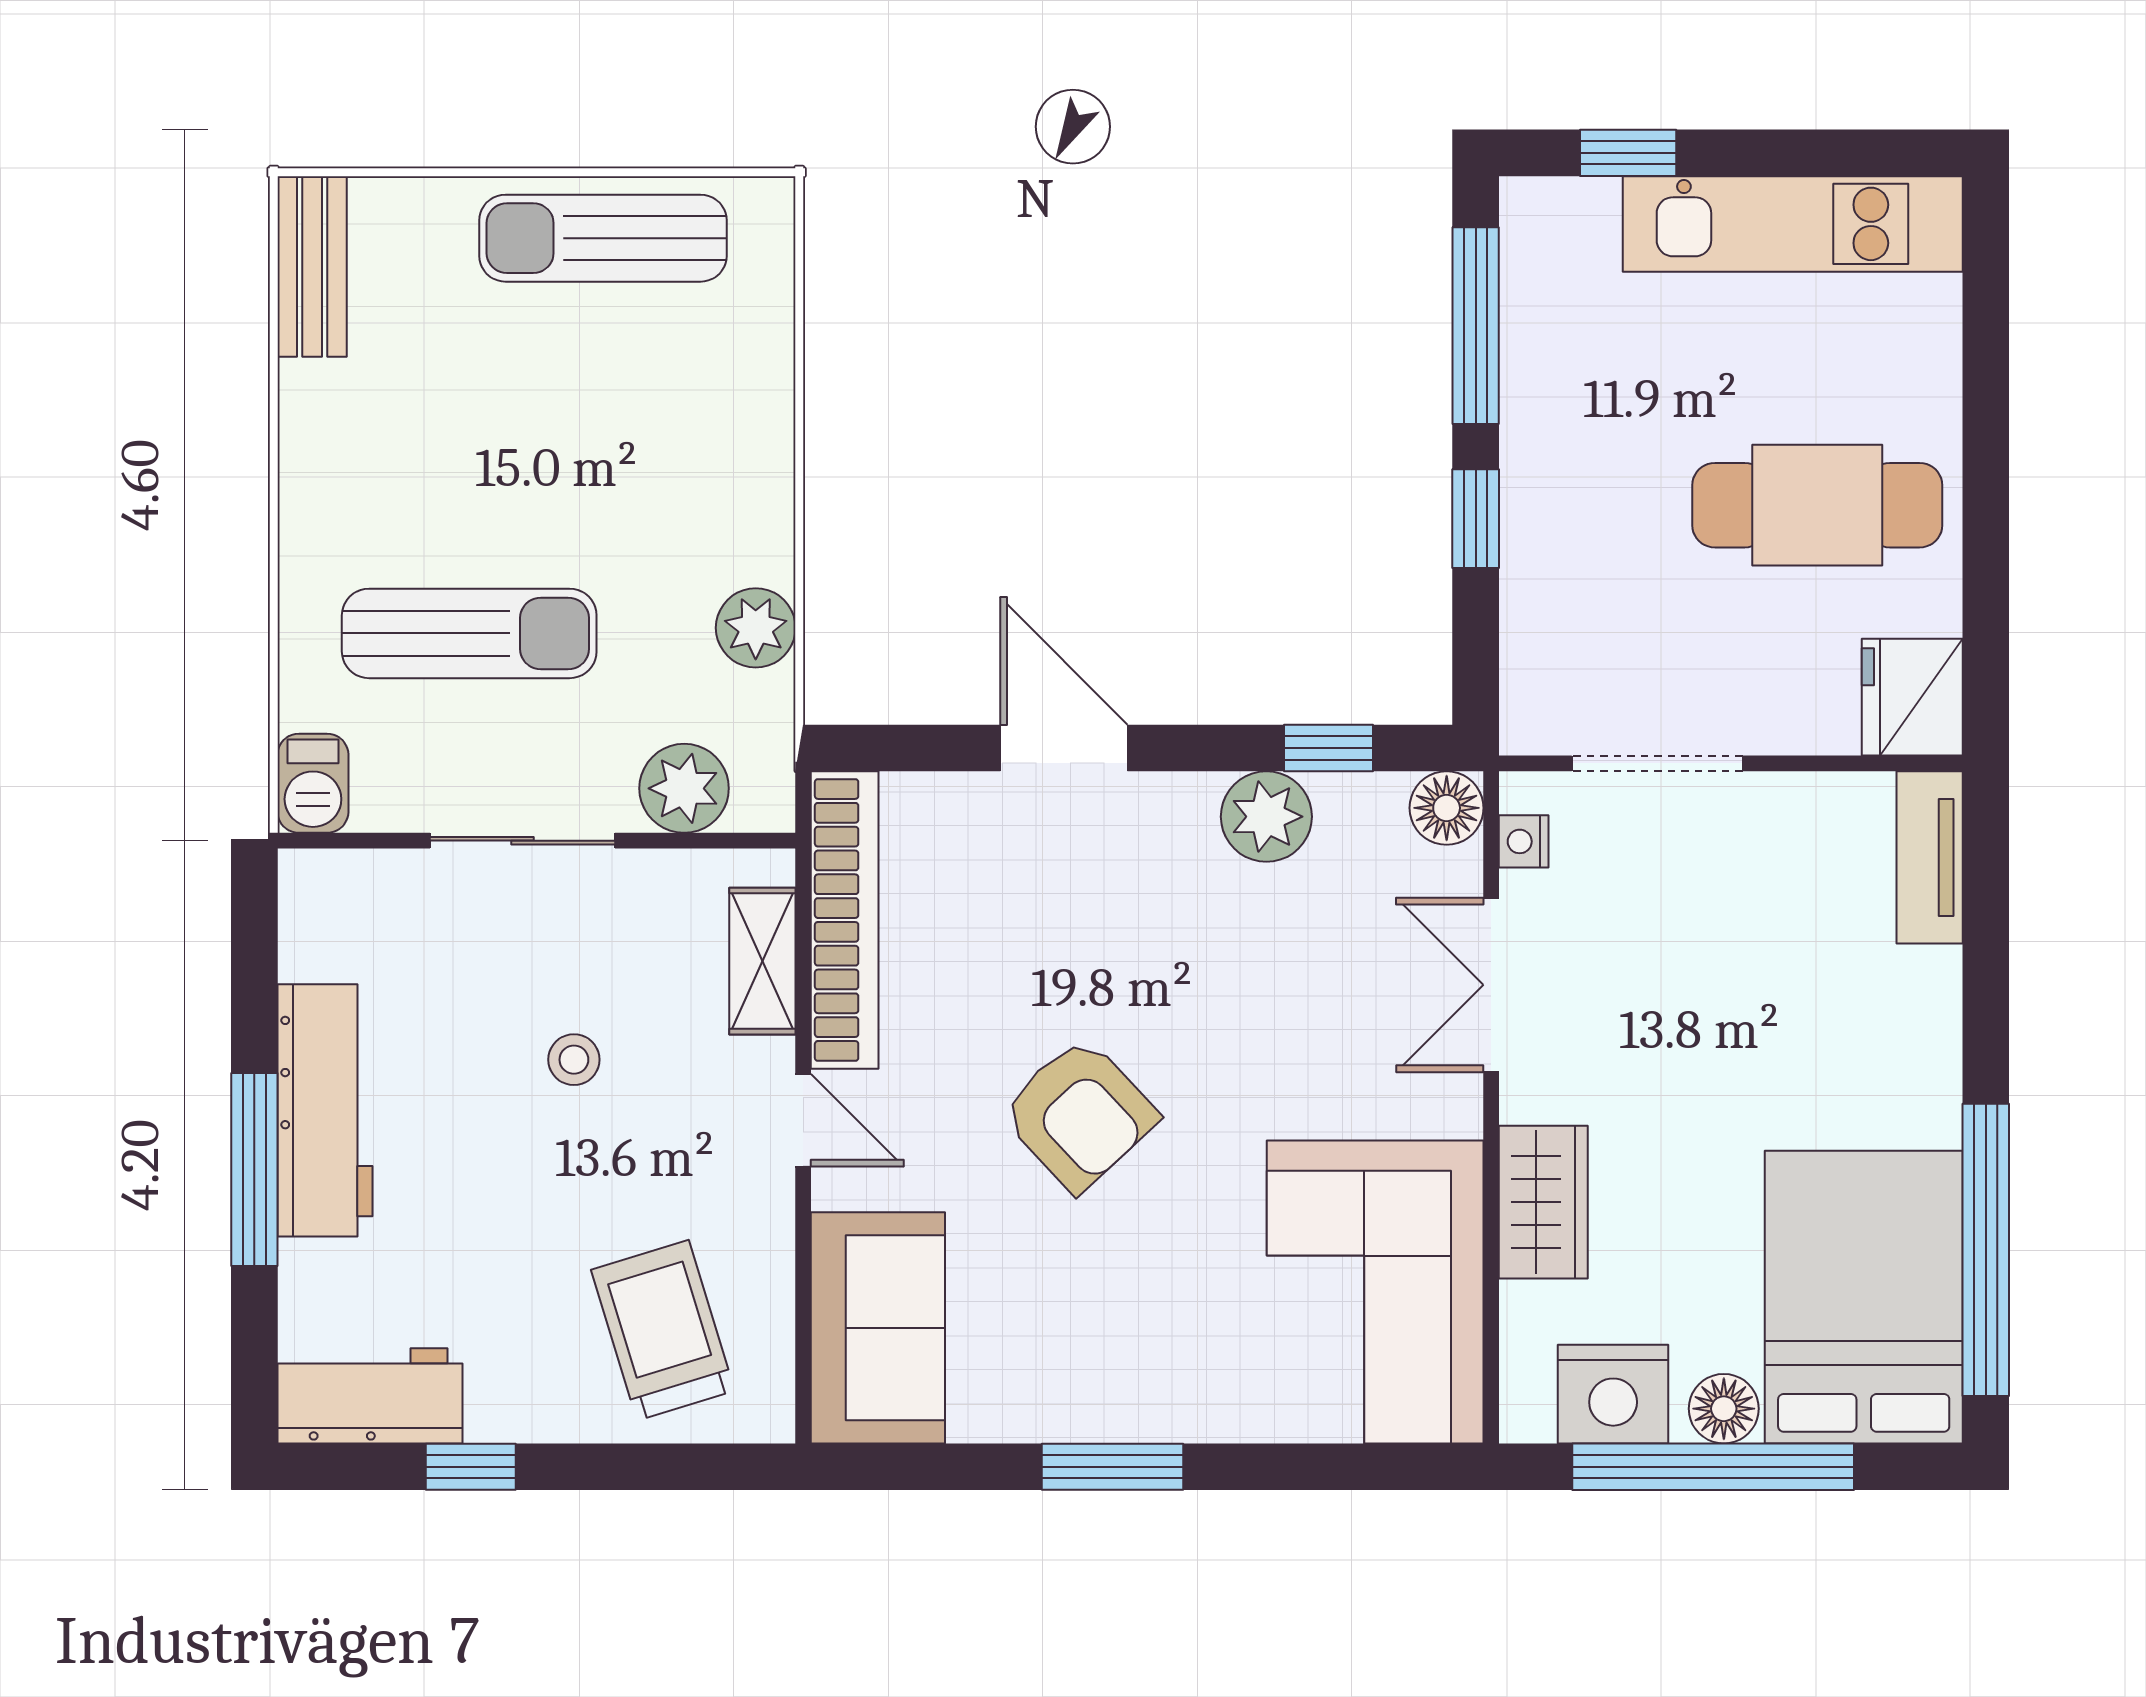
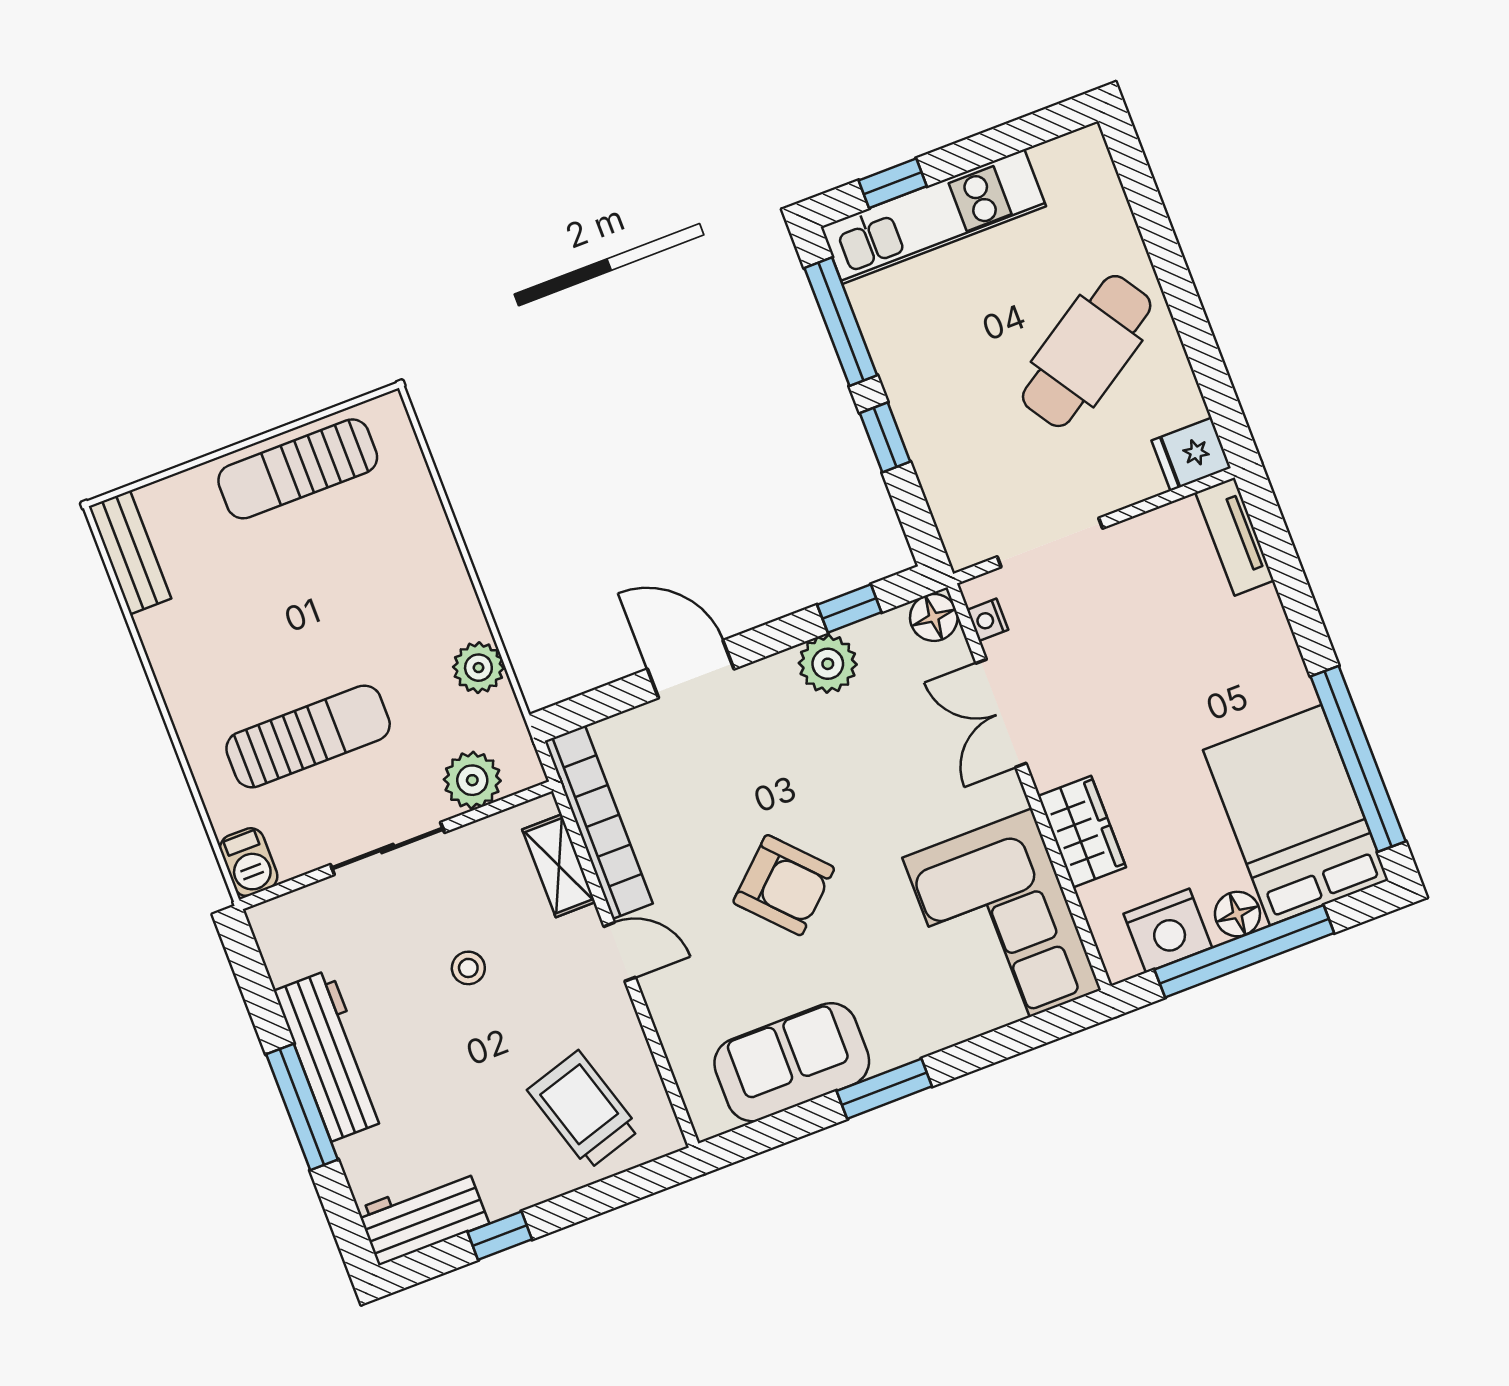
kitchen unit: (1793, 224) -> (933, 216), moved
cafe table: (1817, 505) -> (1087, 351), turned -33
fridge: (1912, 697) -> (1191, 454), width x0.72
sofa: (878, 1328) -> (792, 1062), moved, turned -90

